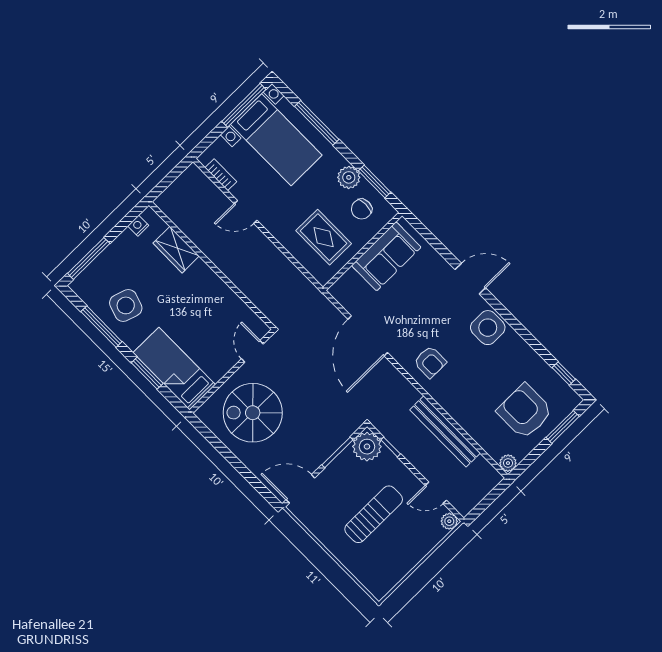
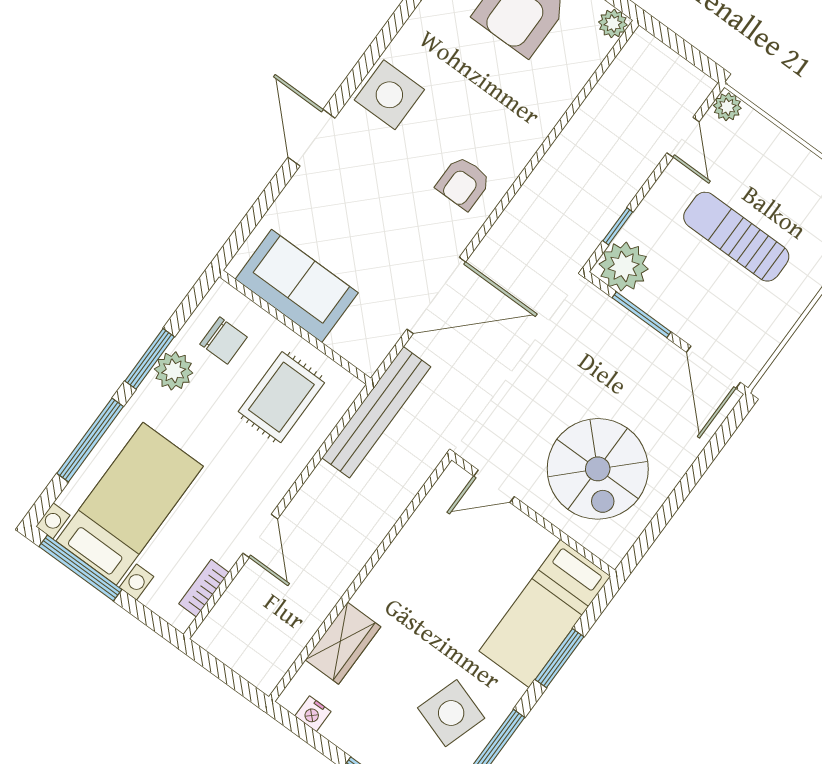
window: (374, 181) -> (150, 359), moved
armchair: (430, 362) -> (463, 183), turned 180
bench: (445, 431) -> (376, 412), moved

